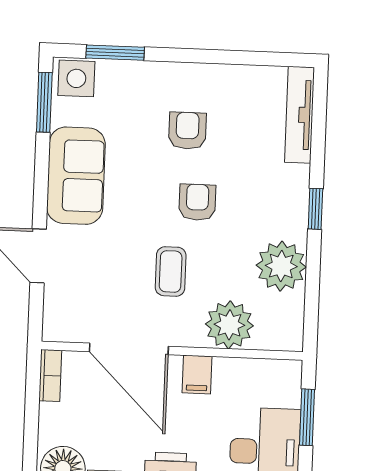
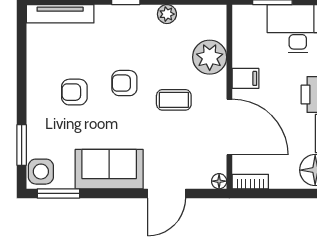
plant: (281, 266) -> (167, 14), width x0.53, depth x0.53
floor lamp: (52, 331) -> (219, 181), added
door: (129, 349) -> (229, 127), hinge flipped

